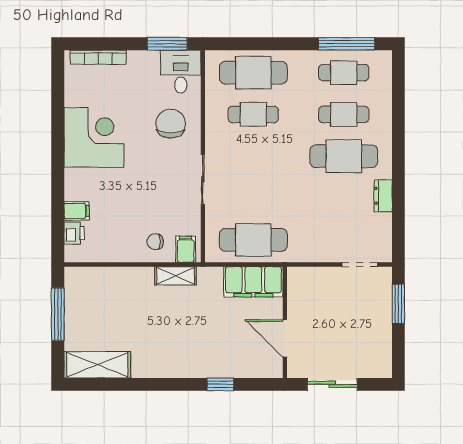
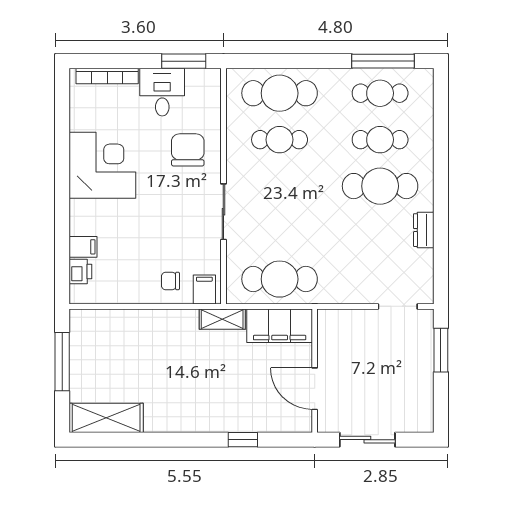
desk: (181, 72) -> (162, 92), moved
shelving: (176, 276) -> (222, 319), moved

